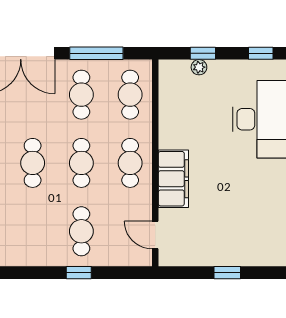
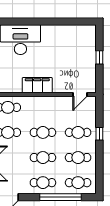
cafe table: (130, 163) -> (78, 158), moved
filing cabinet: (173, 179) -> (37, 85), moved

